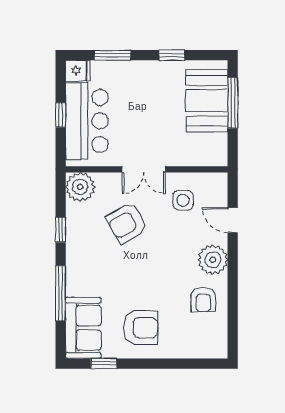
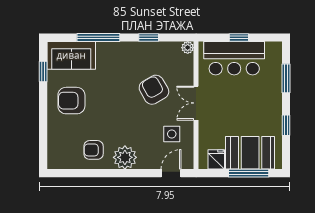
fridge: (78, 71) -> (216, 159), moved, turned 180
plant: (80, 187) -> (188, 48), width x0.53, depth x0.53
door: (233, 220) -> (171, 173), moved
armchair: (141, 328) -> (71, 101), turned 90

